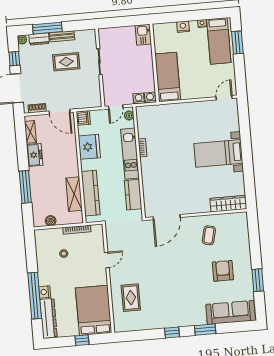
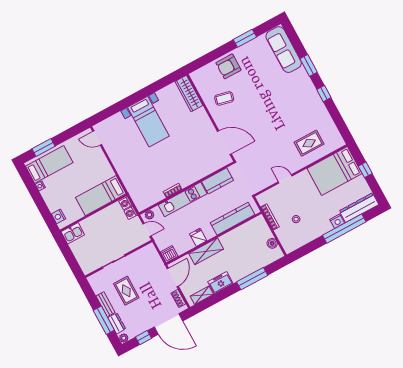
nightstand: (183, 27) -> (59, 216), moved
fridge: (89, 147) -> (198, 237), width x0.53, depth x0.75
shelving: (74, 194) -> (206, 251), moved
armchair: (223, 271) -> (228, 66), moved

